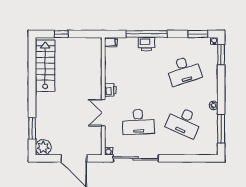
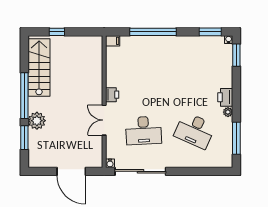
printer: (147, 44) -> (225, 97), moved, turned 90
desk: (184, 70) -> (195, 73), removed
window: (32, 91) -> (24, 96), added
plant: (43, 147) -> (37, 121), moved

